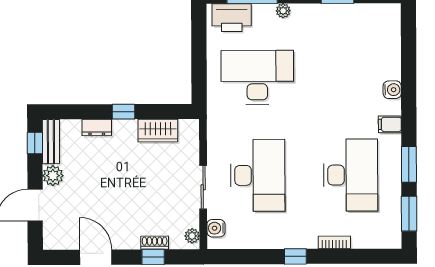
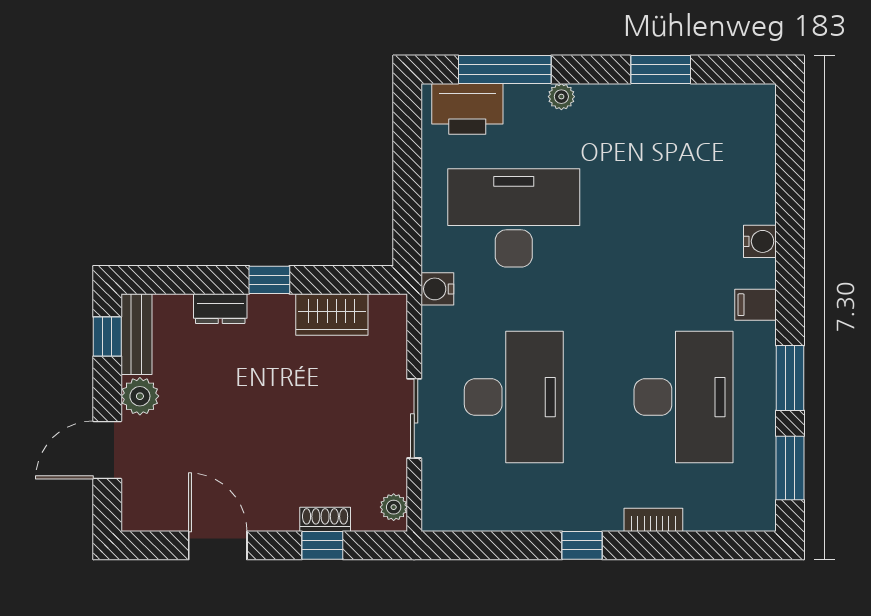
water cooler: (216, 228) -> (437, 289), moved

